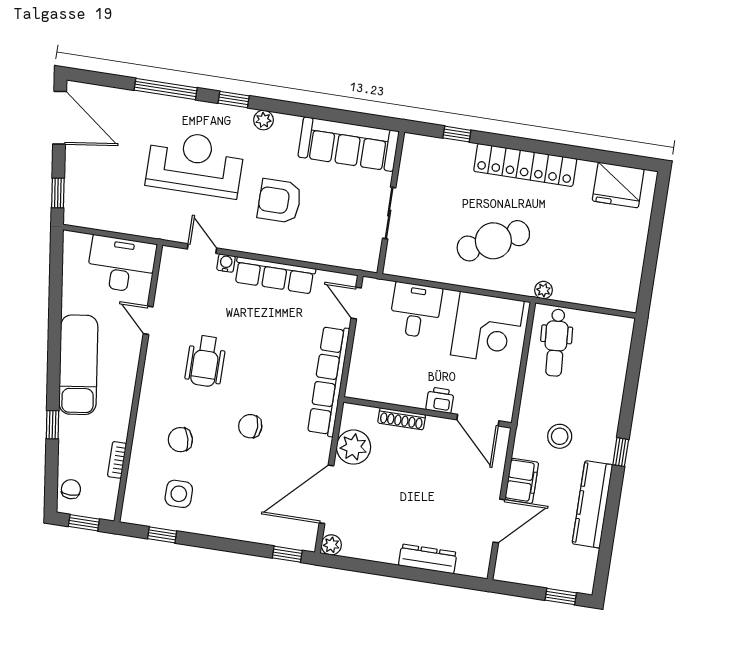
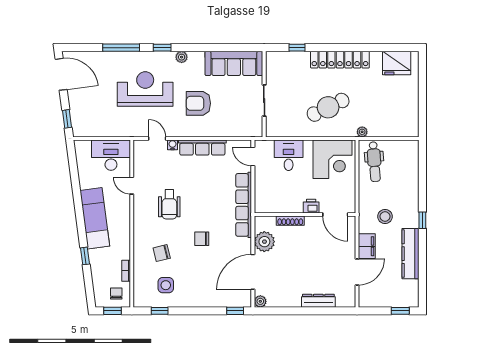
chair: (71, 489) -> (116, 293), moved

